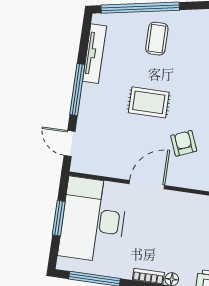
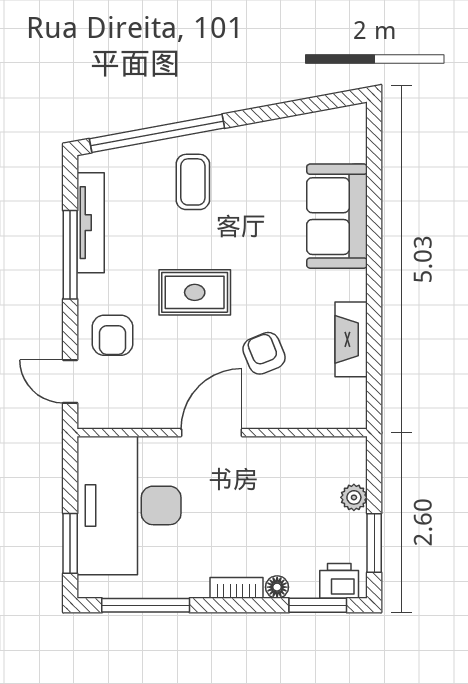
window: (77, 90) -> (70, 255), moved
armchair: (98, 120) -> (112, 335), added
window: (59, 218) -> (70, 543), moved

